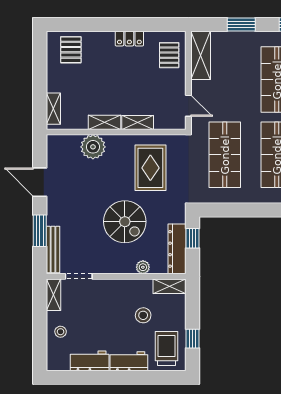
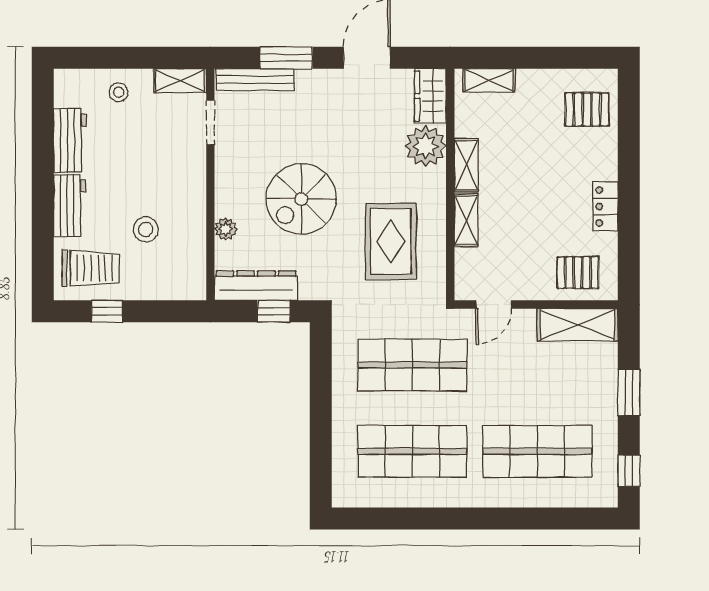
wardrobe: (63, 144) -> (430, 96), added
rug: (150, 168) -> (391, 242), turned 90
shelving: (170, 286) -> (194, 273), removed

